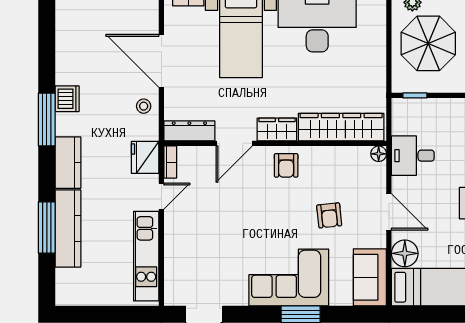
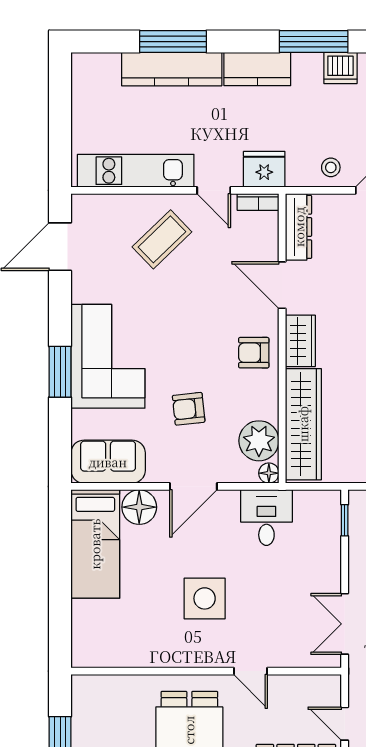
plant: (354, 161) -> (259, 441), added
coffee table: (199, 236) -> (162, 239), added

